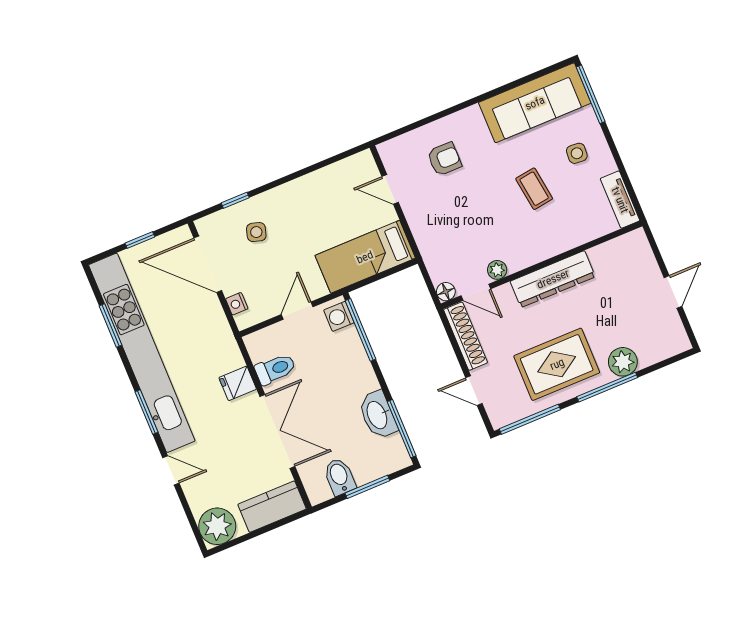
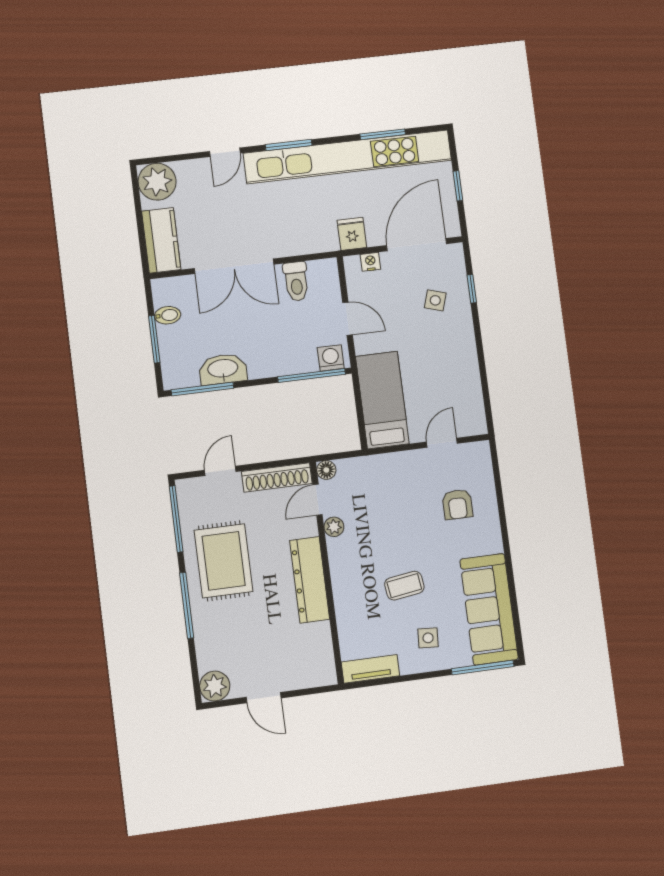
plant: (623, 362) -> (215, 686), moved
fridge: (238, 383) -> (352, 234), moved
bidet: (340, 477) -> (168, 315), width x0.72, depth x0.74

